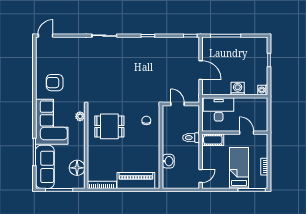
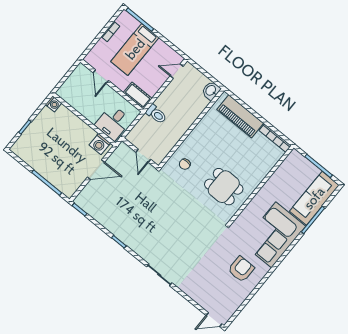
door: (201, 70) -> (96, 170), swing flipped
armchair: (55, 83) -> (241, 269), turned -90
washing machine: (238, 88) -> (100, 144), moved
desk: (219, 109) -> (113, 123), width x0.73
plant: (80, 116) -> (243, 218), removed
washbasin: (168, 161) -> (211, 91), moved
floor lamp: (77, 168) -> (285, 173), removed

